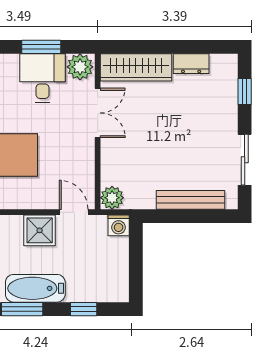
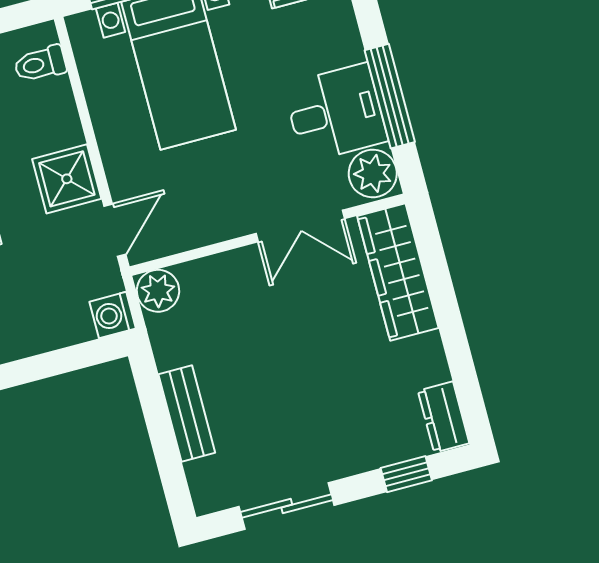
window: (41, 47) -> (390, 96), width x1.44
dresser: (191, 64) -> (444, 417), moved
bench: (190, 200) -> (187, 414), width x0.73

